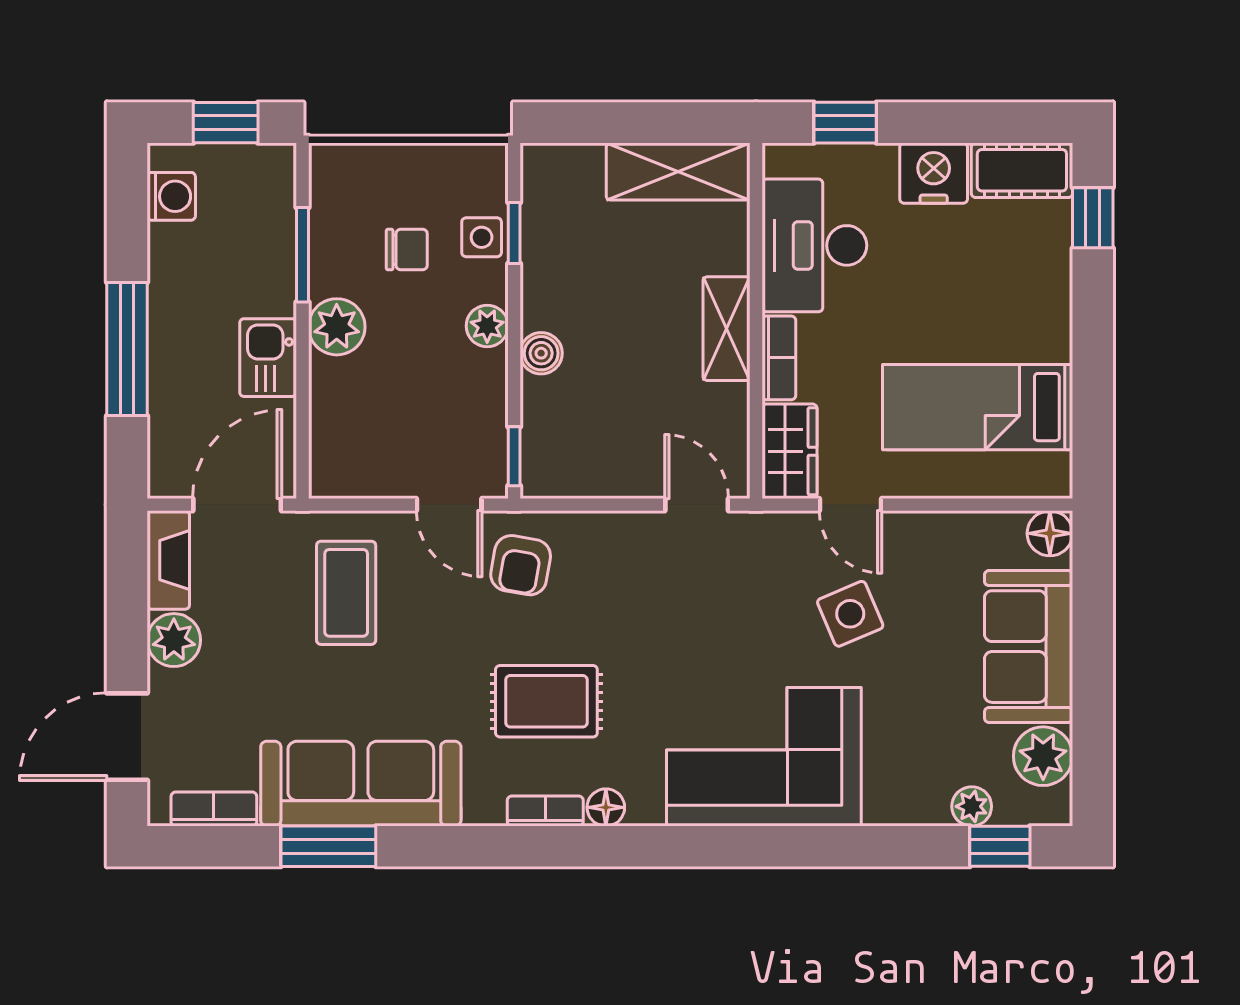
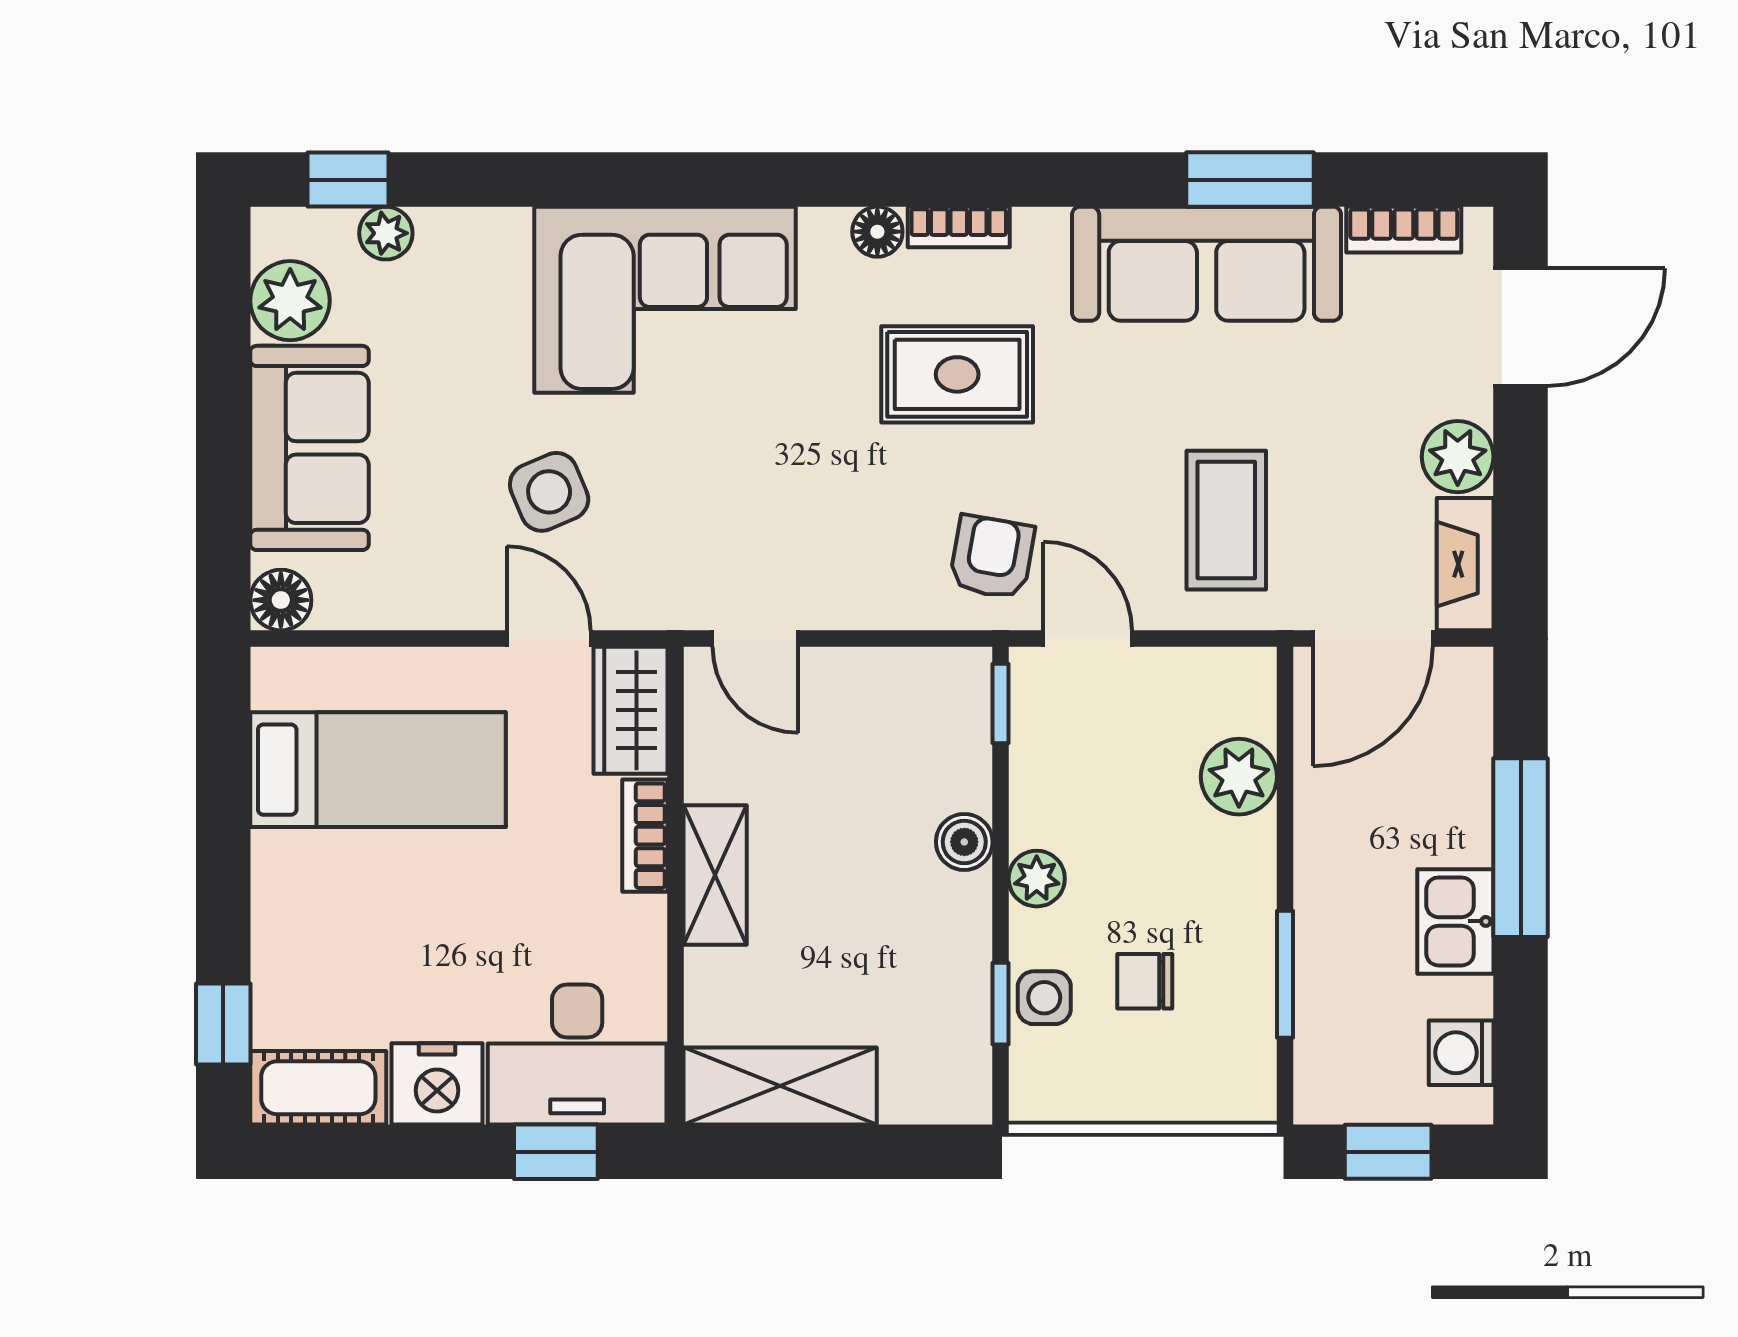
desk: (814, 245) -> (577, 1055), moved, turned 90
plant: (337, 327) -> (1239, 777), moved
kitchen sink: (268, 358) -> (1455, 921), moved, turned 180

